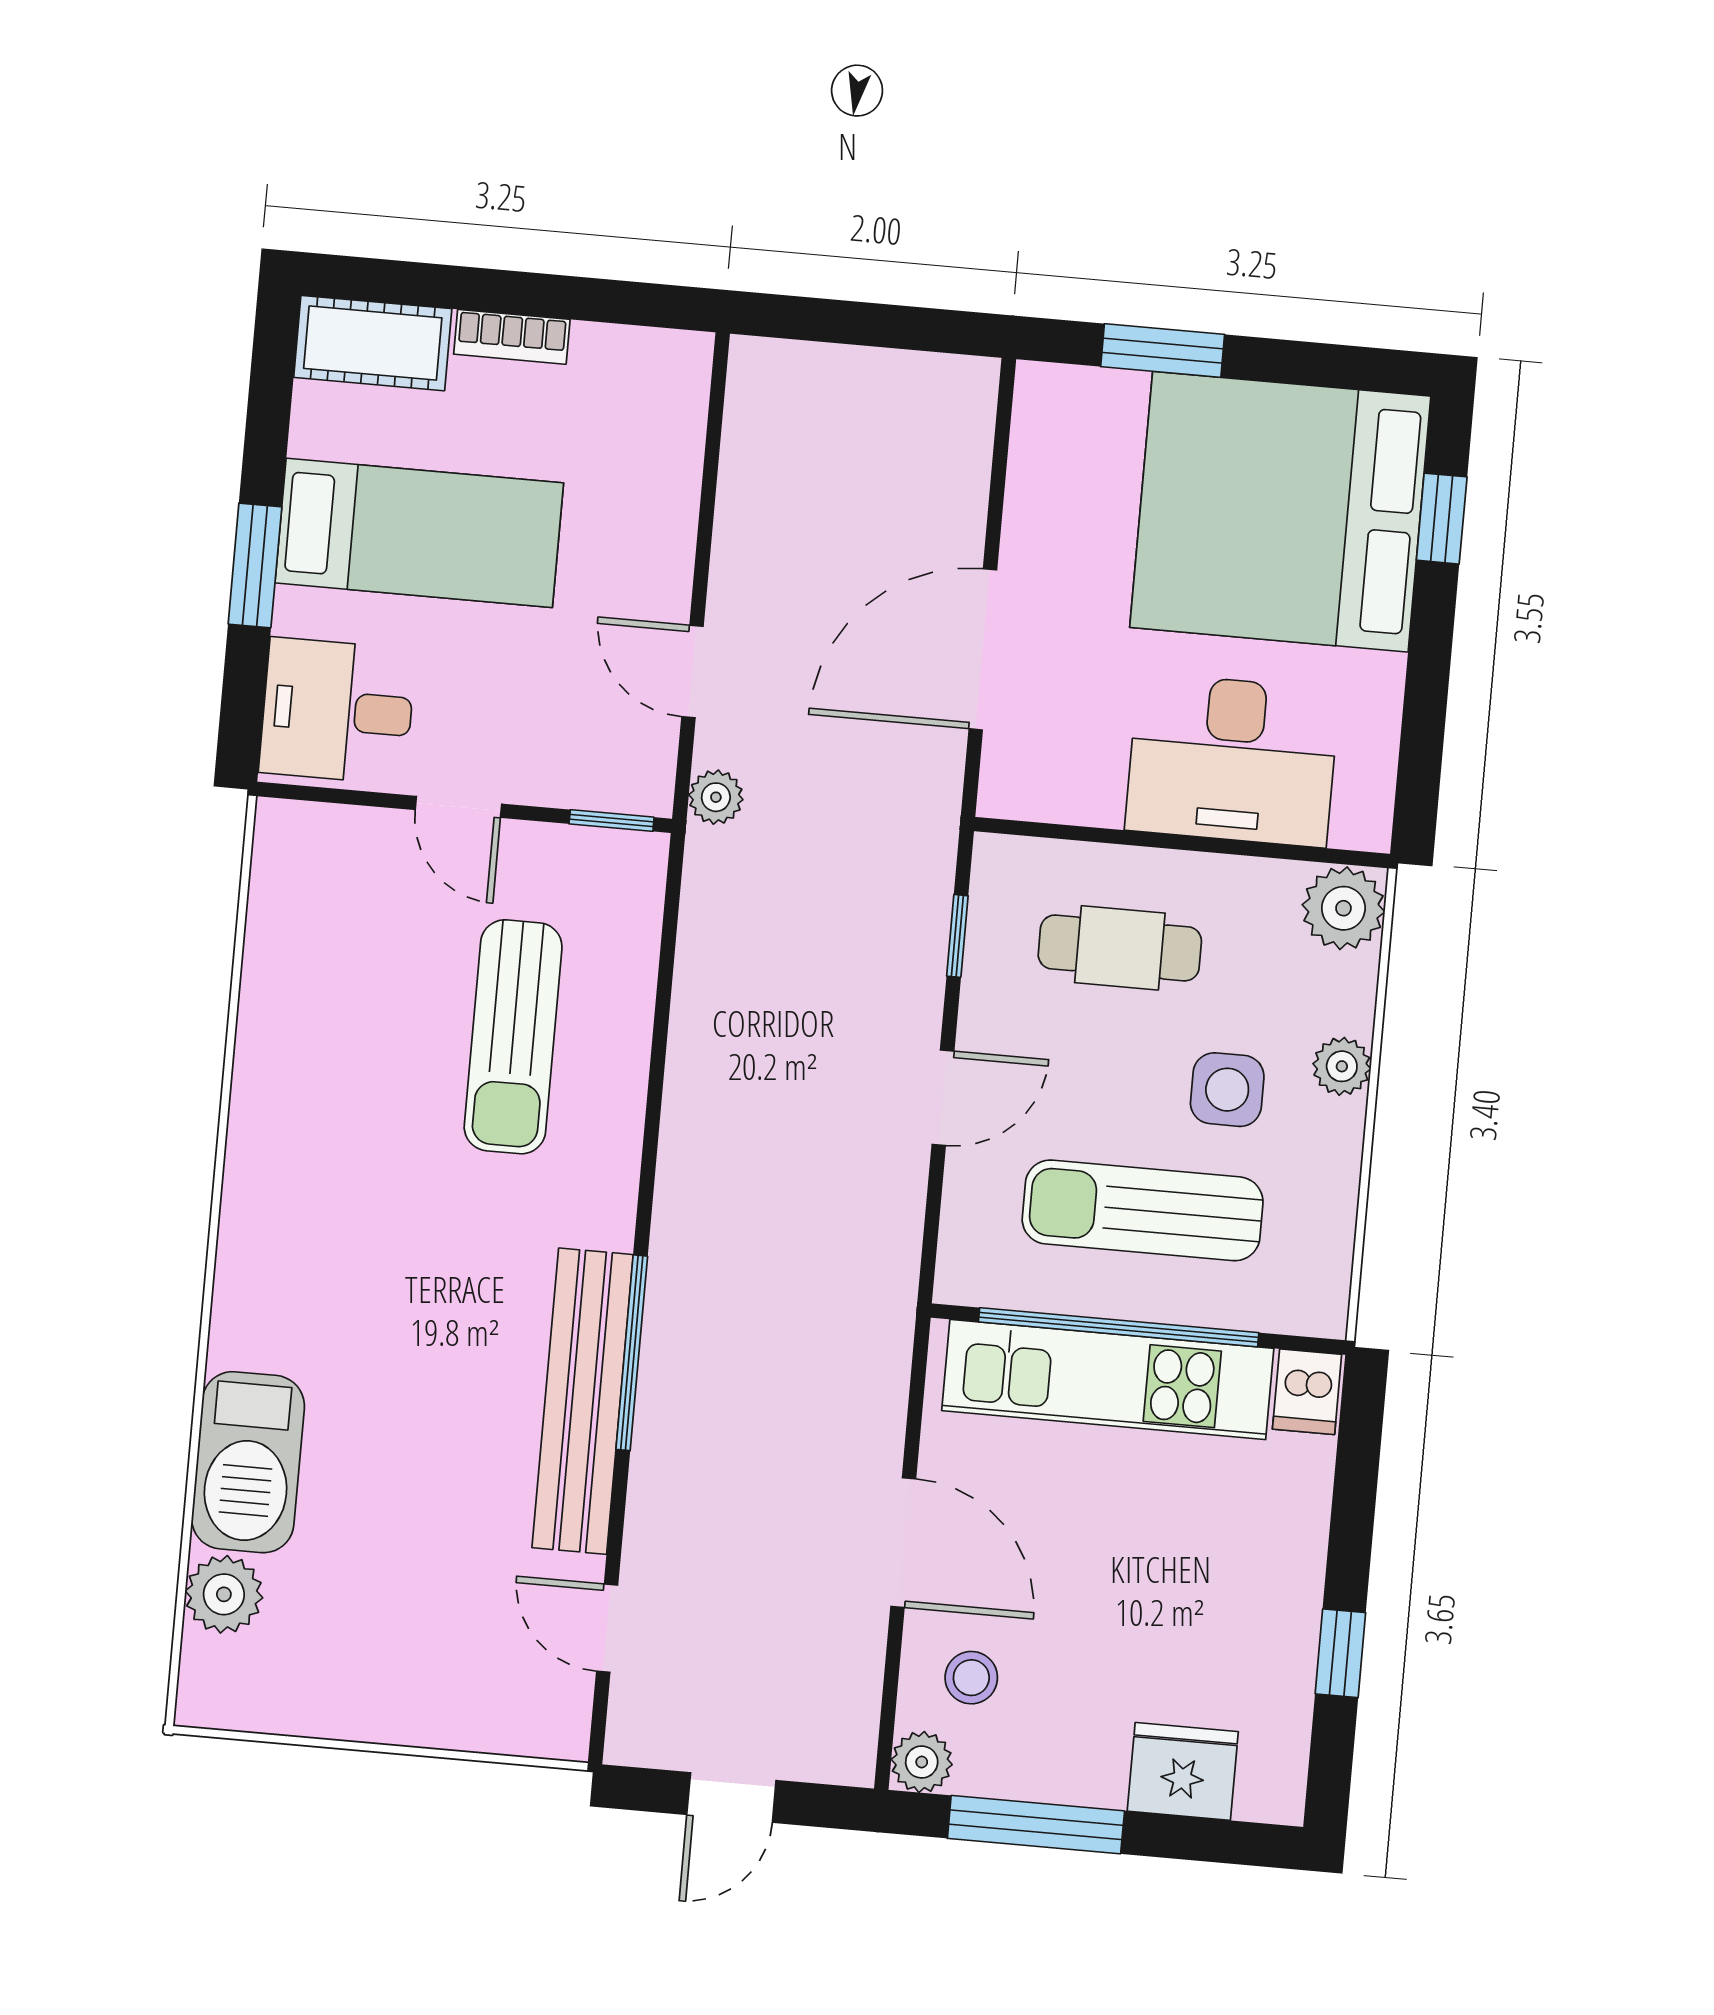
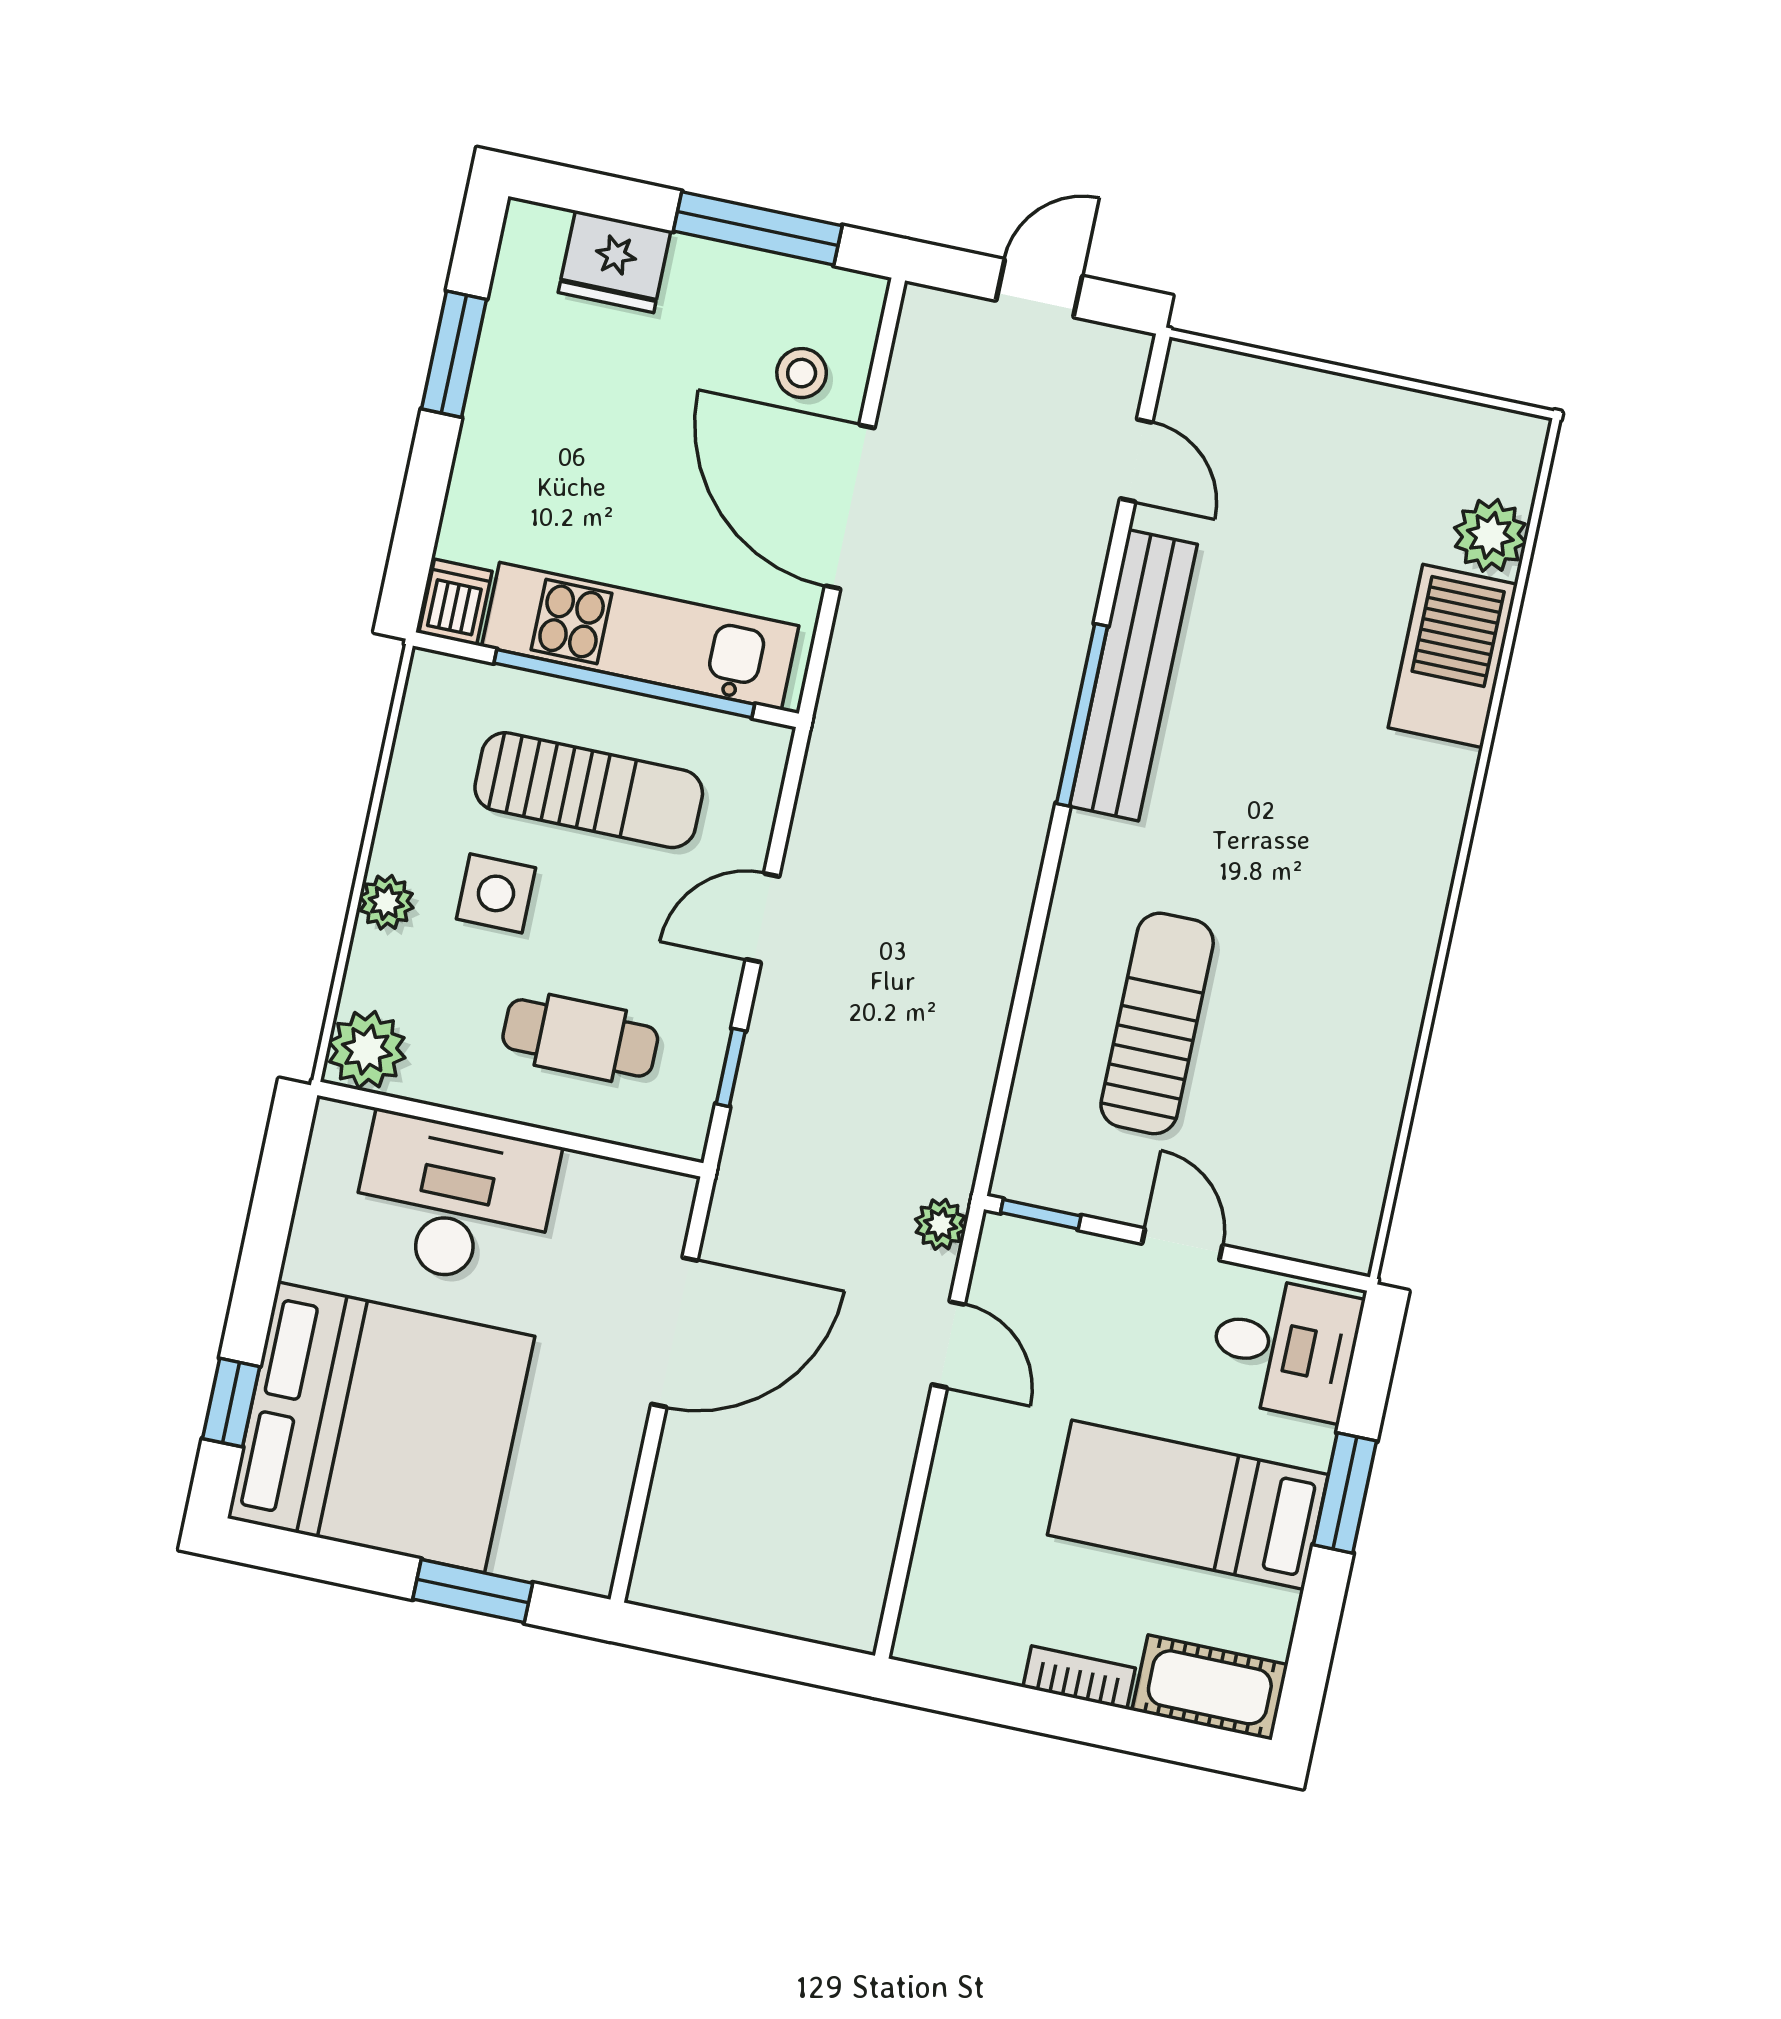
door: (903, 1543) -> (850, 507), width x1.36
window: (1340, 1653) -> (454, 354), width x1.50
plant: (922, 1762) -> (857, 300), removed

